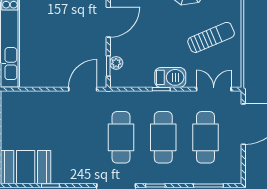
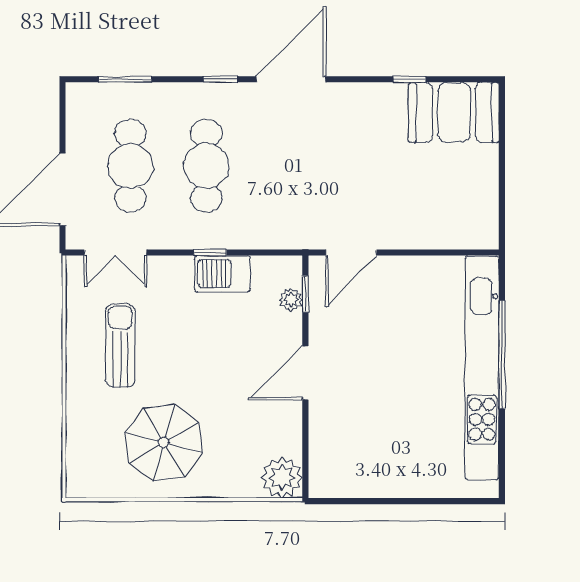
sun lounger: (211, 37) -> (120, 346), turned 113
barbecue: (170, 77) -> (222, 274), moved
cafe table: (121, 137) -> (282, 166), removed

